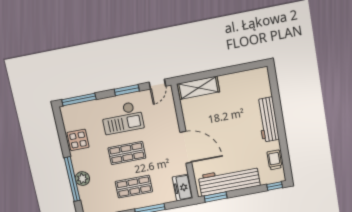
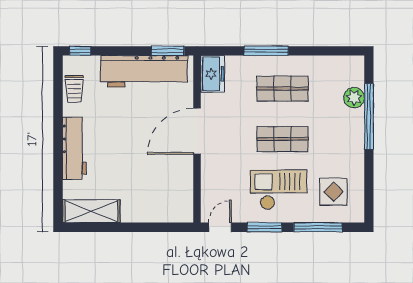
shelving: (198, 88) -> (91, 211), moved
window: (79, 99) -> (318, 227), moved
display table: (78, 140) -> (333, 192), moved
door: (186, 147) -> (197, 131), hinge flipped
plant: (82, 179) -> (354, 98), moved

